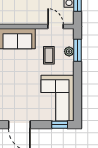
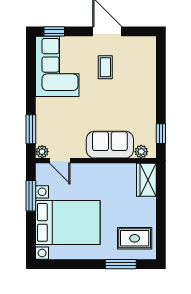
plant: (69, 51) -> (42, 152), moved
coffee table: (49, 55) -> (105, 67), moved

